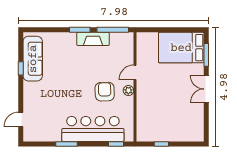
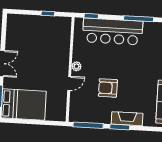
fireplace: (93, 39) -> (127, 119), moved
armchair: (105, 92) -> (108, 88), moved, turned 92
window: (67, 144) -> (139, 19), width x1.44

